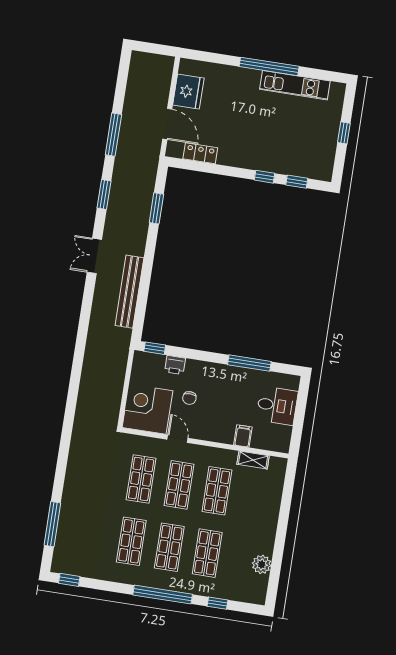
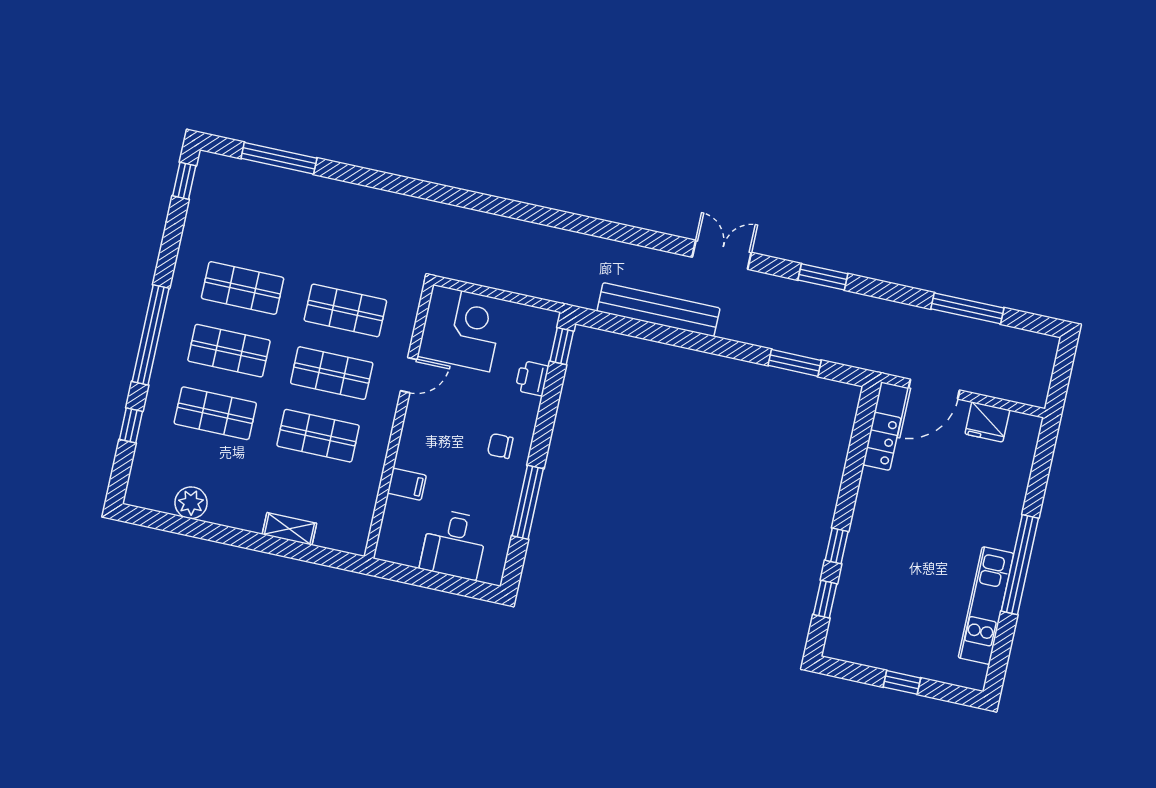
fridge: (188, 91) -> (987, 422), width x0.73, depth x0.75
window: (113, 135) -> (967, 308), moved
chair: (189, 398) -> (500, 446), moved
shelving: (253, 460) -> (289, 529), moved, turned 90

